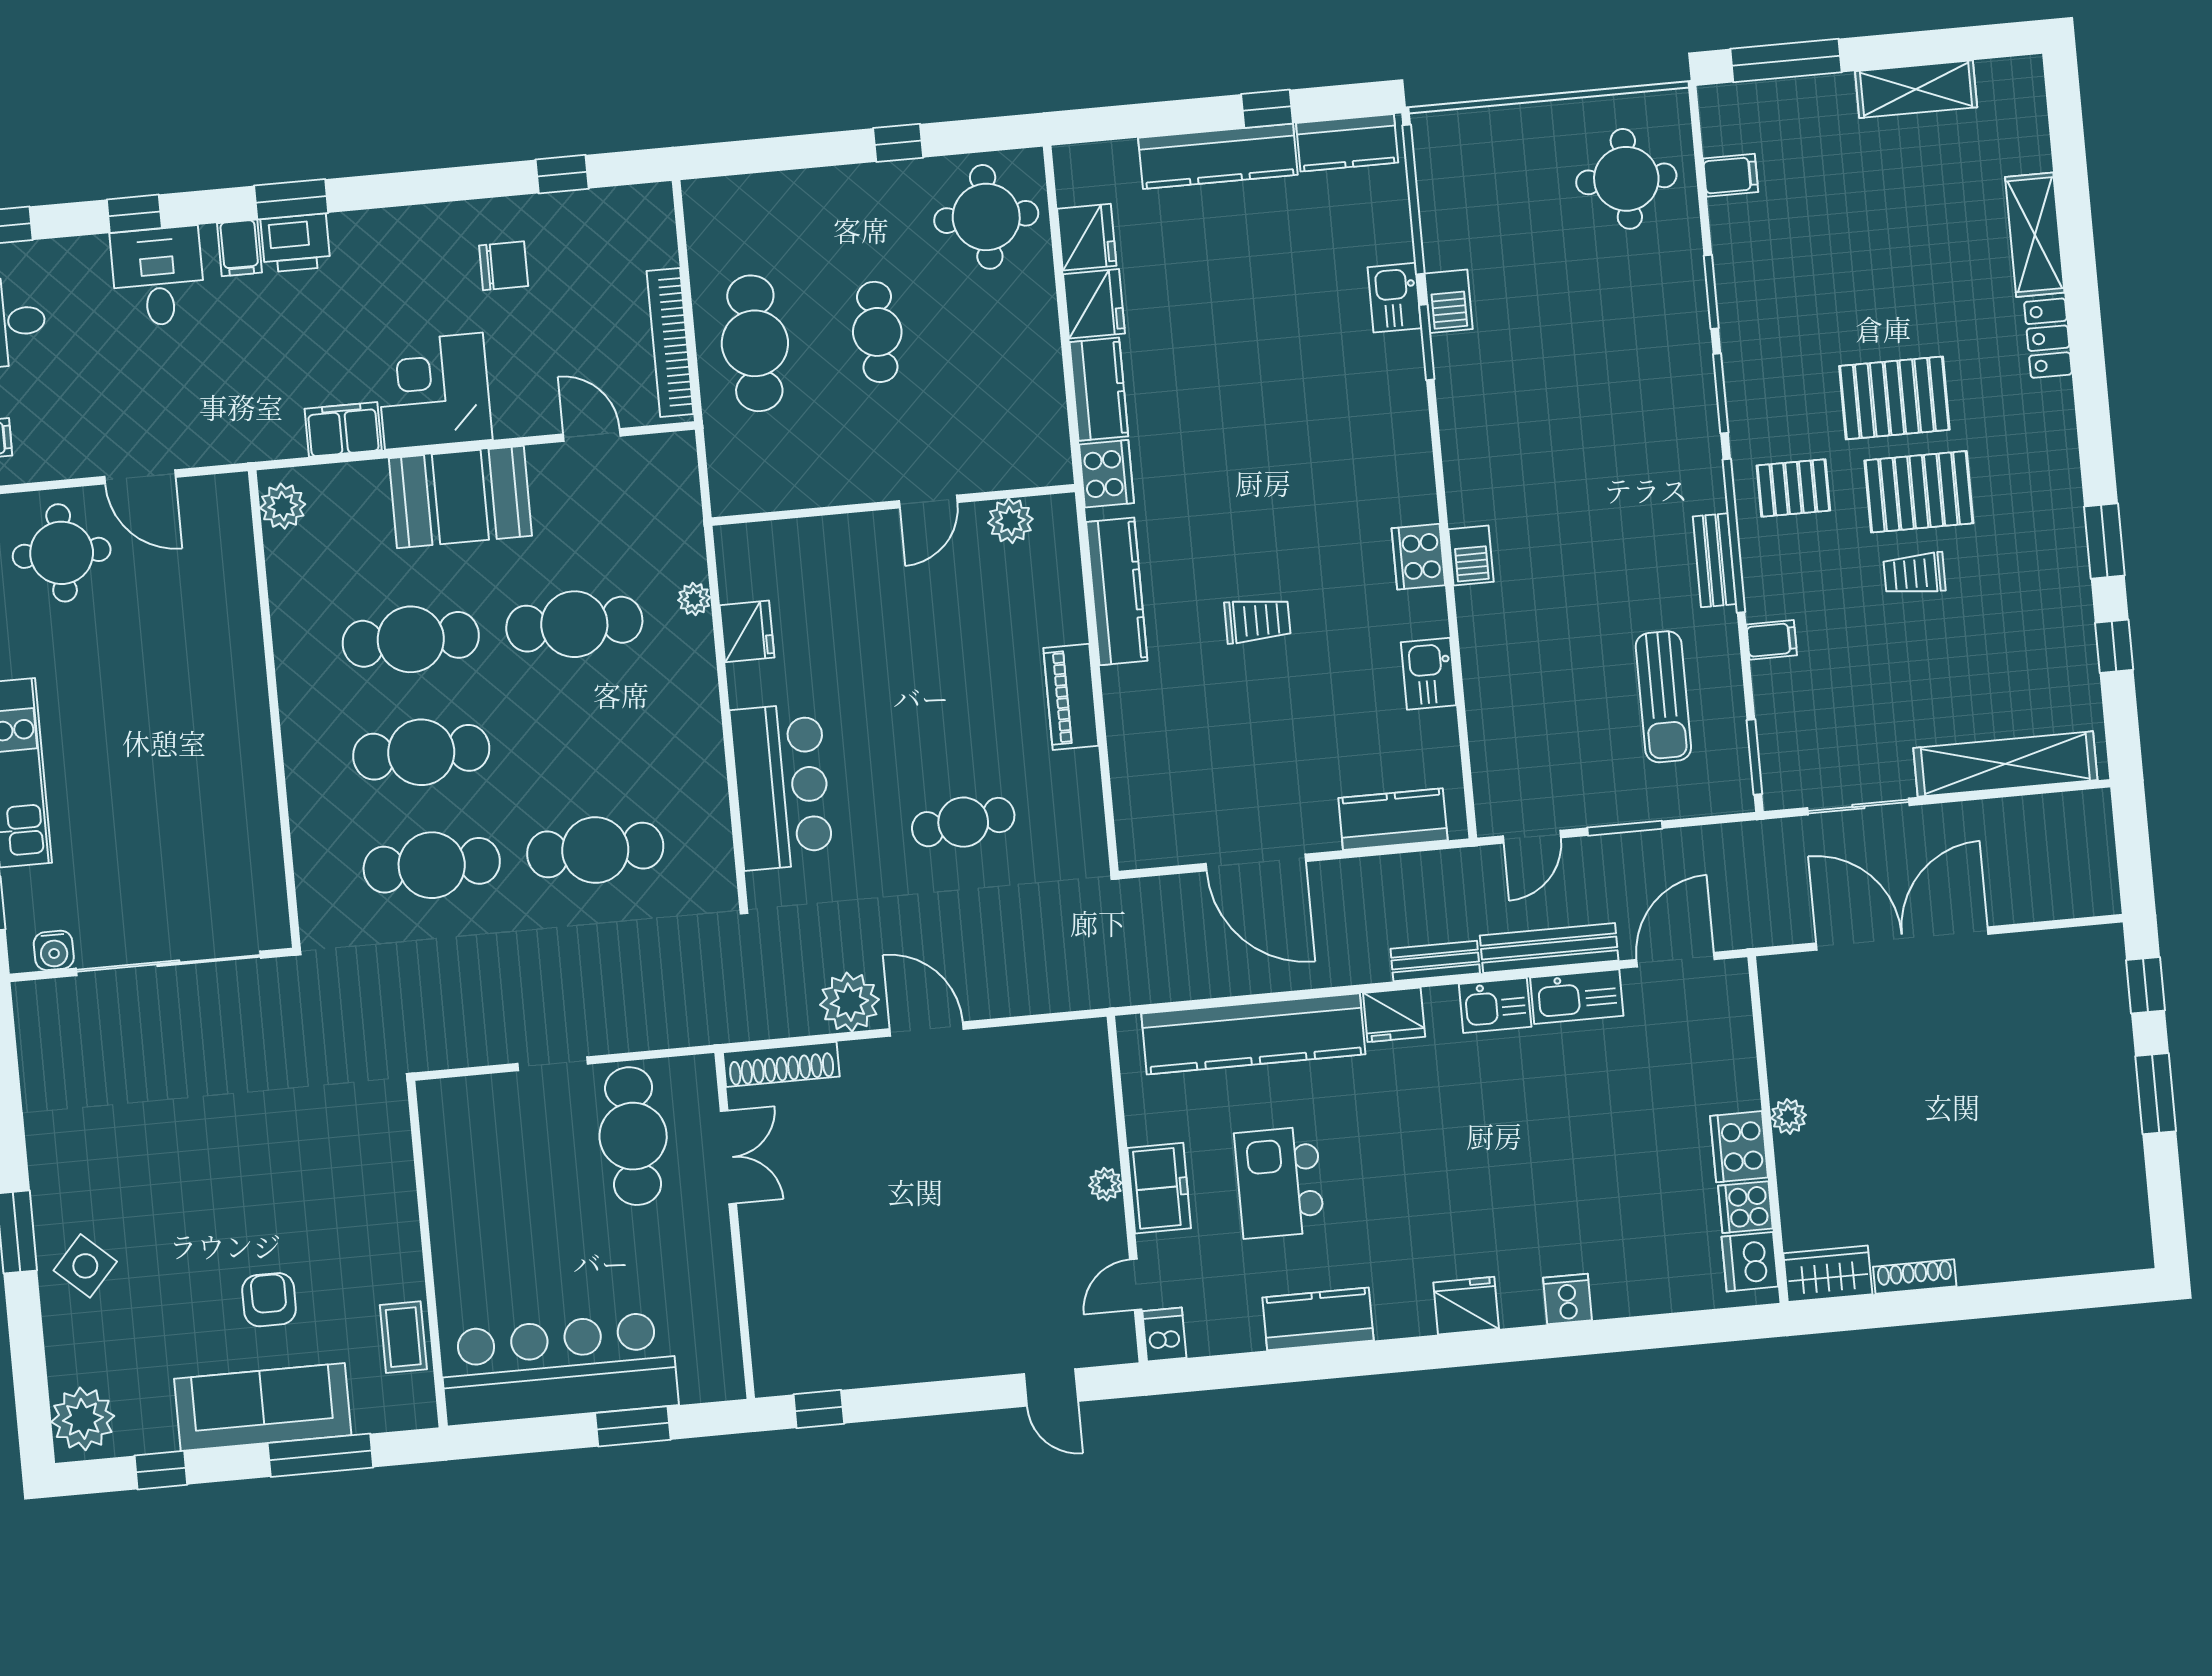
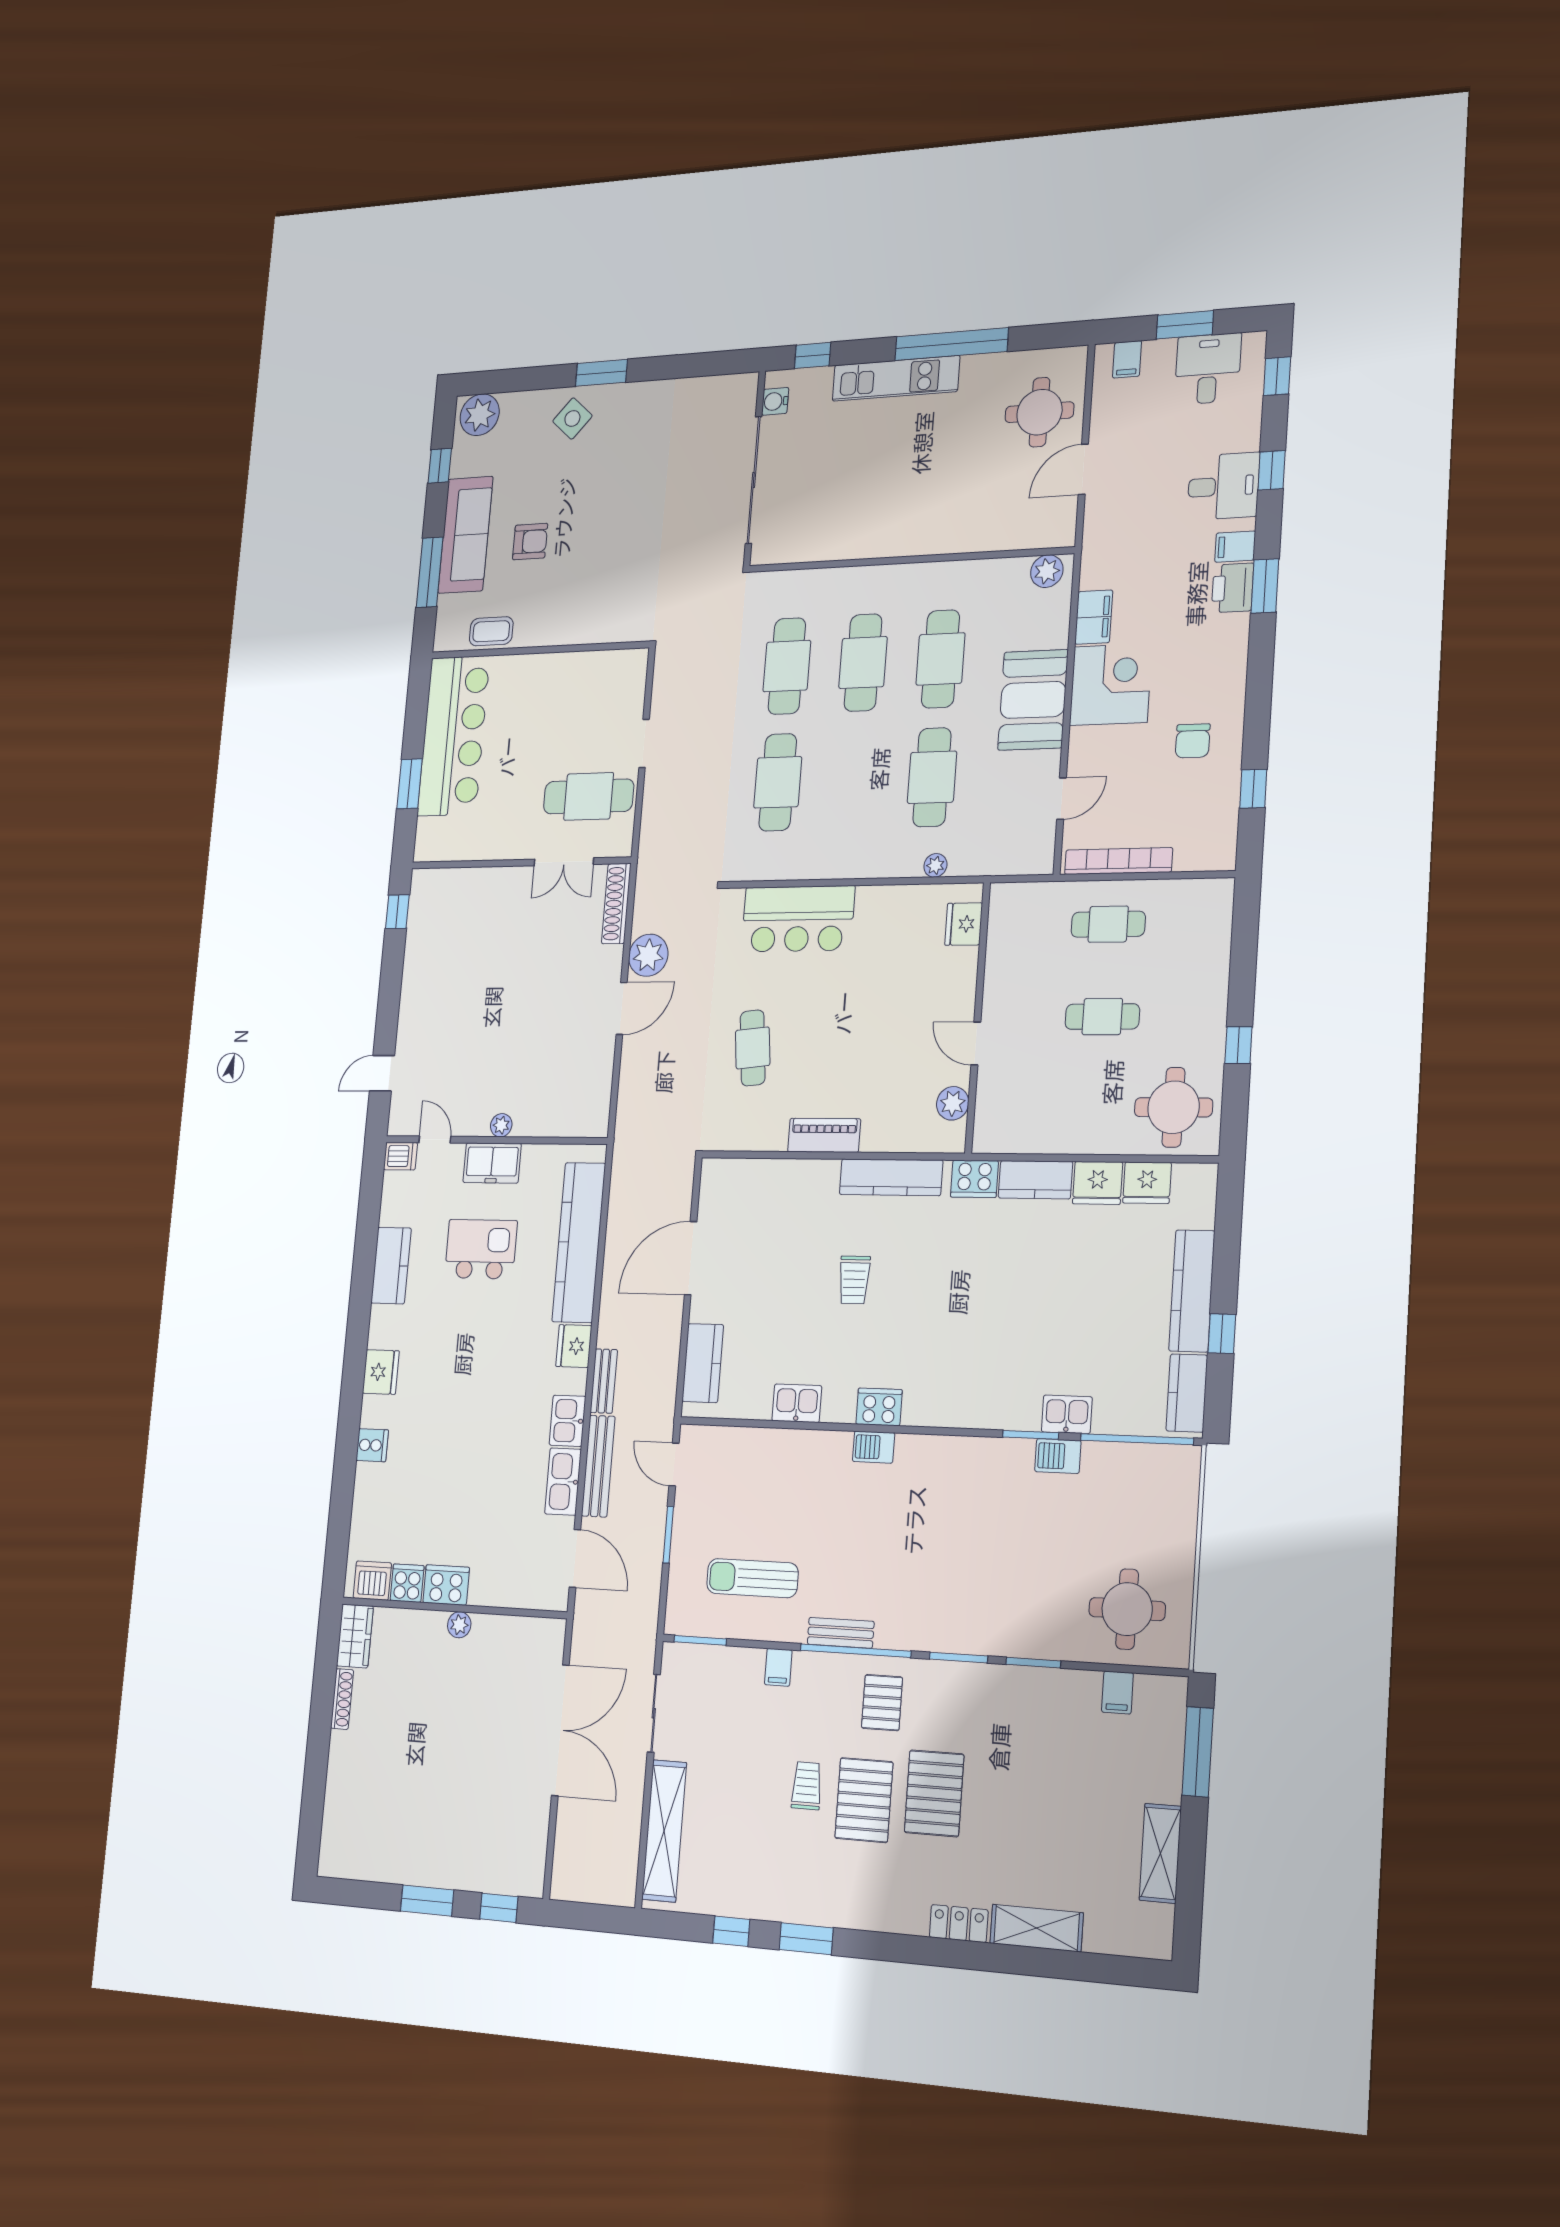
cafe table: (755, 343) -> (1108, 924), width x0.73, depth x0.74
fridge: (747, 631) -> (964, 924), moved, turned 90

